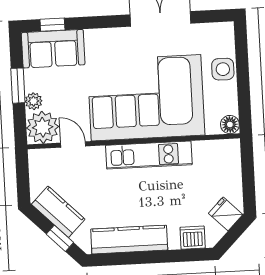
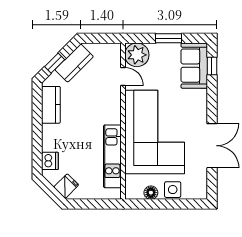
plant: (34, 101) -> (156, 49), removed
floor lamp: (230, 125) -> (151, 193), moved
door: (73, 144) -> (123, 77), hinge flipped
kitchen unit: (149, 155) -> (112, 156), moved
kitchen counter: (129, 240) -> (51, 105), width x0.67

